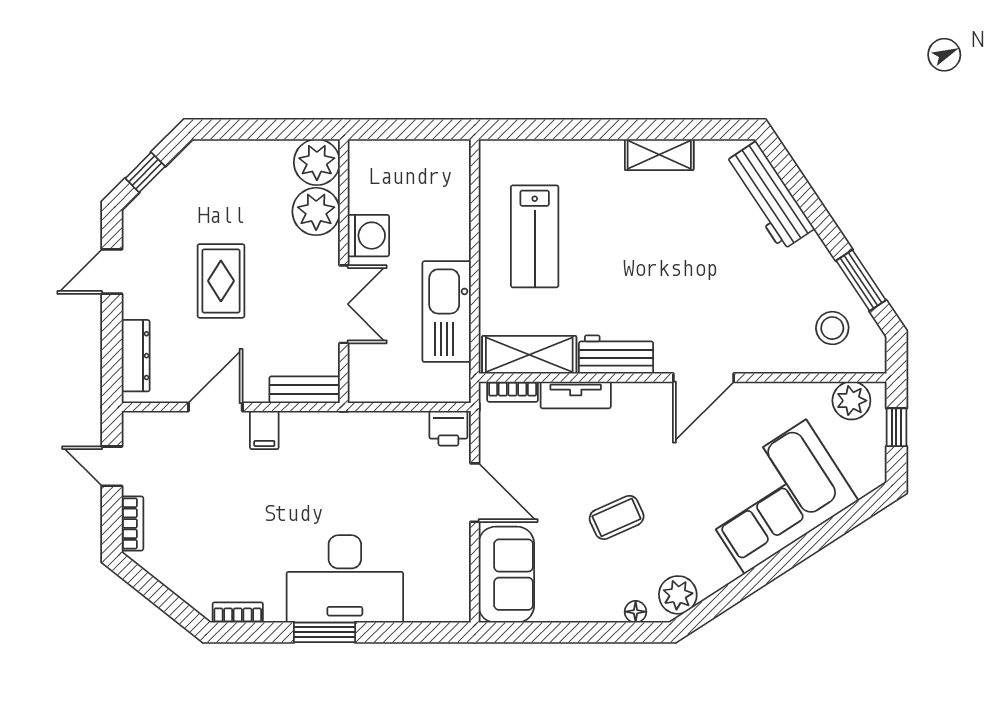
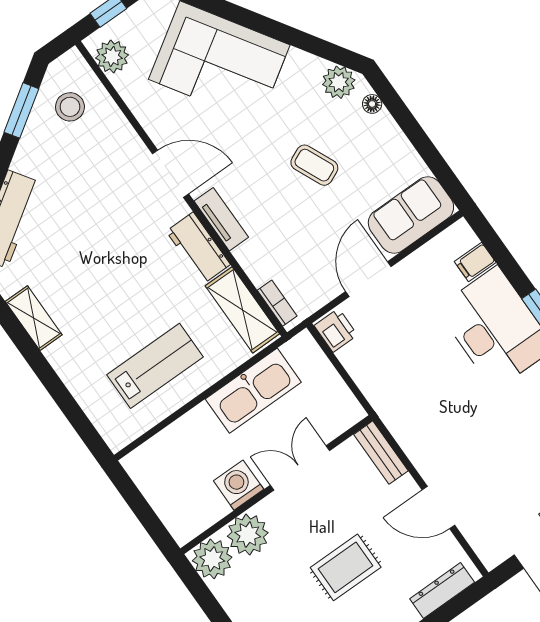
tv unit: (576, 395) -> (221, 219), moved
filing cabinet: (264, 430) -> (475, 262), moved, turned 180

